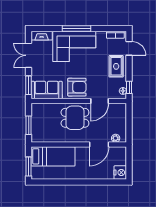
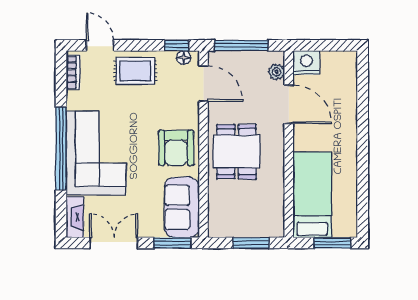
window: (77, 29) -> (61, 149), width x1.46
door: (129, 48) -> (100, 45), hinge flipped
double door: (29, 55) -> (114, 243), swing flipped
armchair: (77, 87) -> (176, 148), turned 180
door: (100, 101) -> (203, 84), moved
window: (129, 120) -> (241, 45), added
nightstand: (120, 173) -> (306, 63), moved

